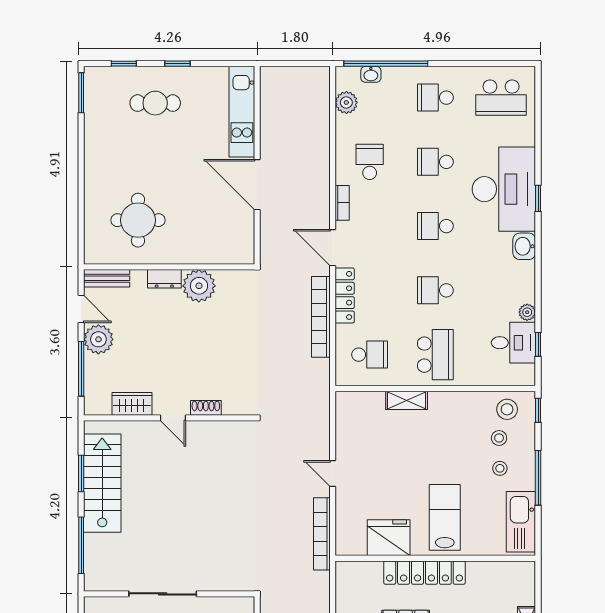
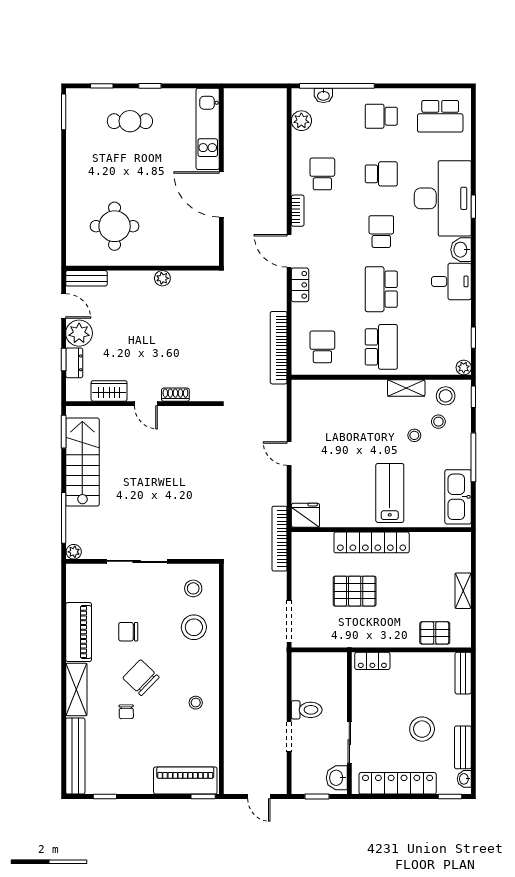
school desk: (435, 162) -> (381, 174), turned 180
school desk: (435, 226) -> (381, 232), turned 90
dresser: (164, 279) -> (74, 363), moved, turned -90
plant: (199, 286) -> (162, 278), width x0.53, depth x0.53
school desk: (435, 290) -> (381, 289), width x1.85
locker: (345, 295) -> (300, 285), width x0.66
plant: (527, 312) -> (464, 368), moved
bookcase: (321, 317) -> (279, 348), moved
desk: (513, 343) -> (451, 281), moved
school desk: (370, 355) -> (322, 347), turned -90
window: (81, 369) -> (64, 359), width x0.46
shelving: (407, 400) -> (406, 388), moved
stool: (500, 468) -> (414, 435), moved
window: (81, 473) -> (64, 432), moved
bookcase: (322, 534) -> (279, 539), moved
fridge: (389, 538) -> (305, 515), moved, width x0.73, depth x0.75
plant: (93, 583) -> (74, 552), added

